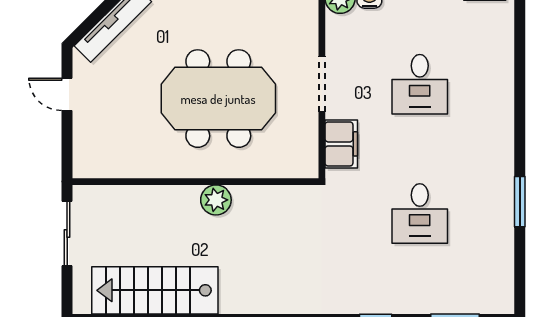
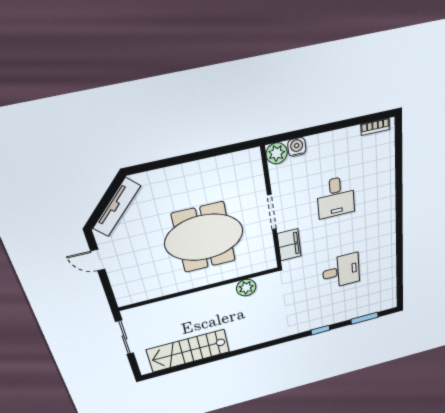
plant: (216, 200) -> (246, 288), moved
window: (520, 202) -> (399, 250), removed
desk: (420, 214) -> (341, 271), turned -90

